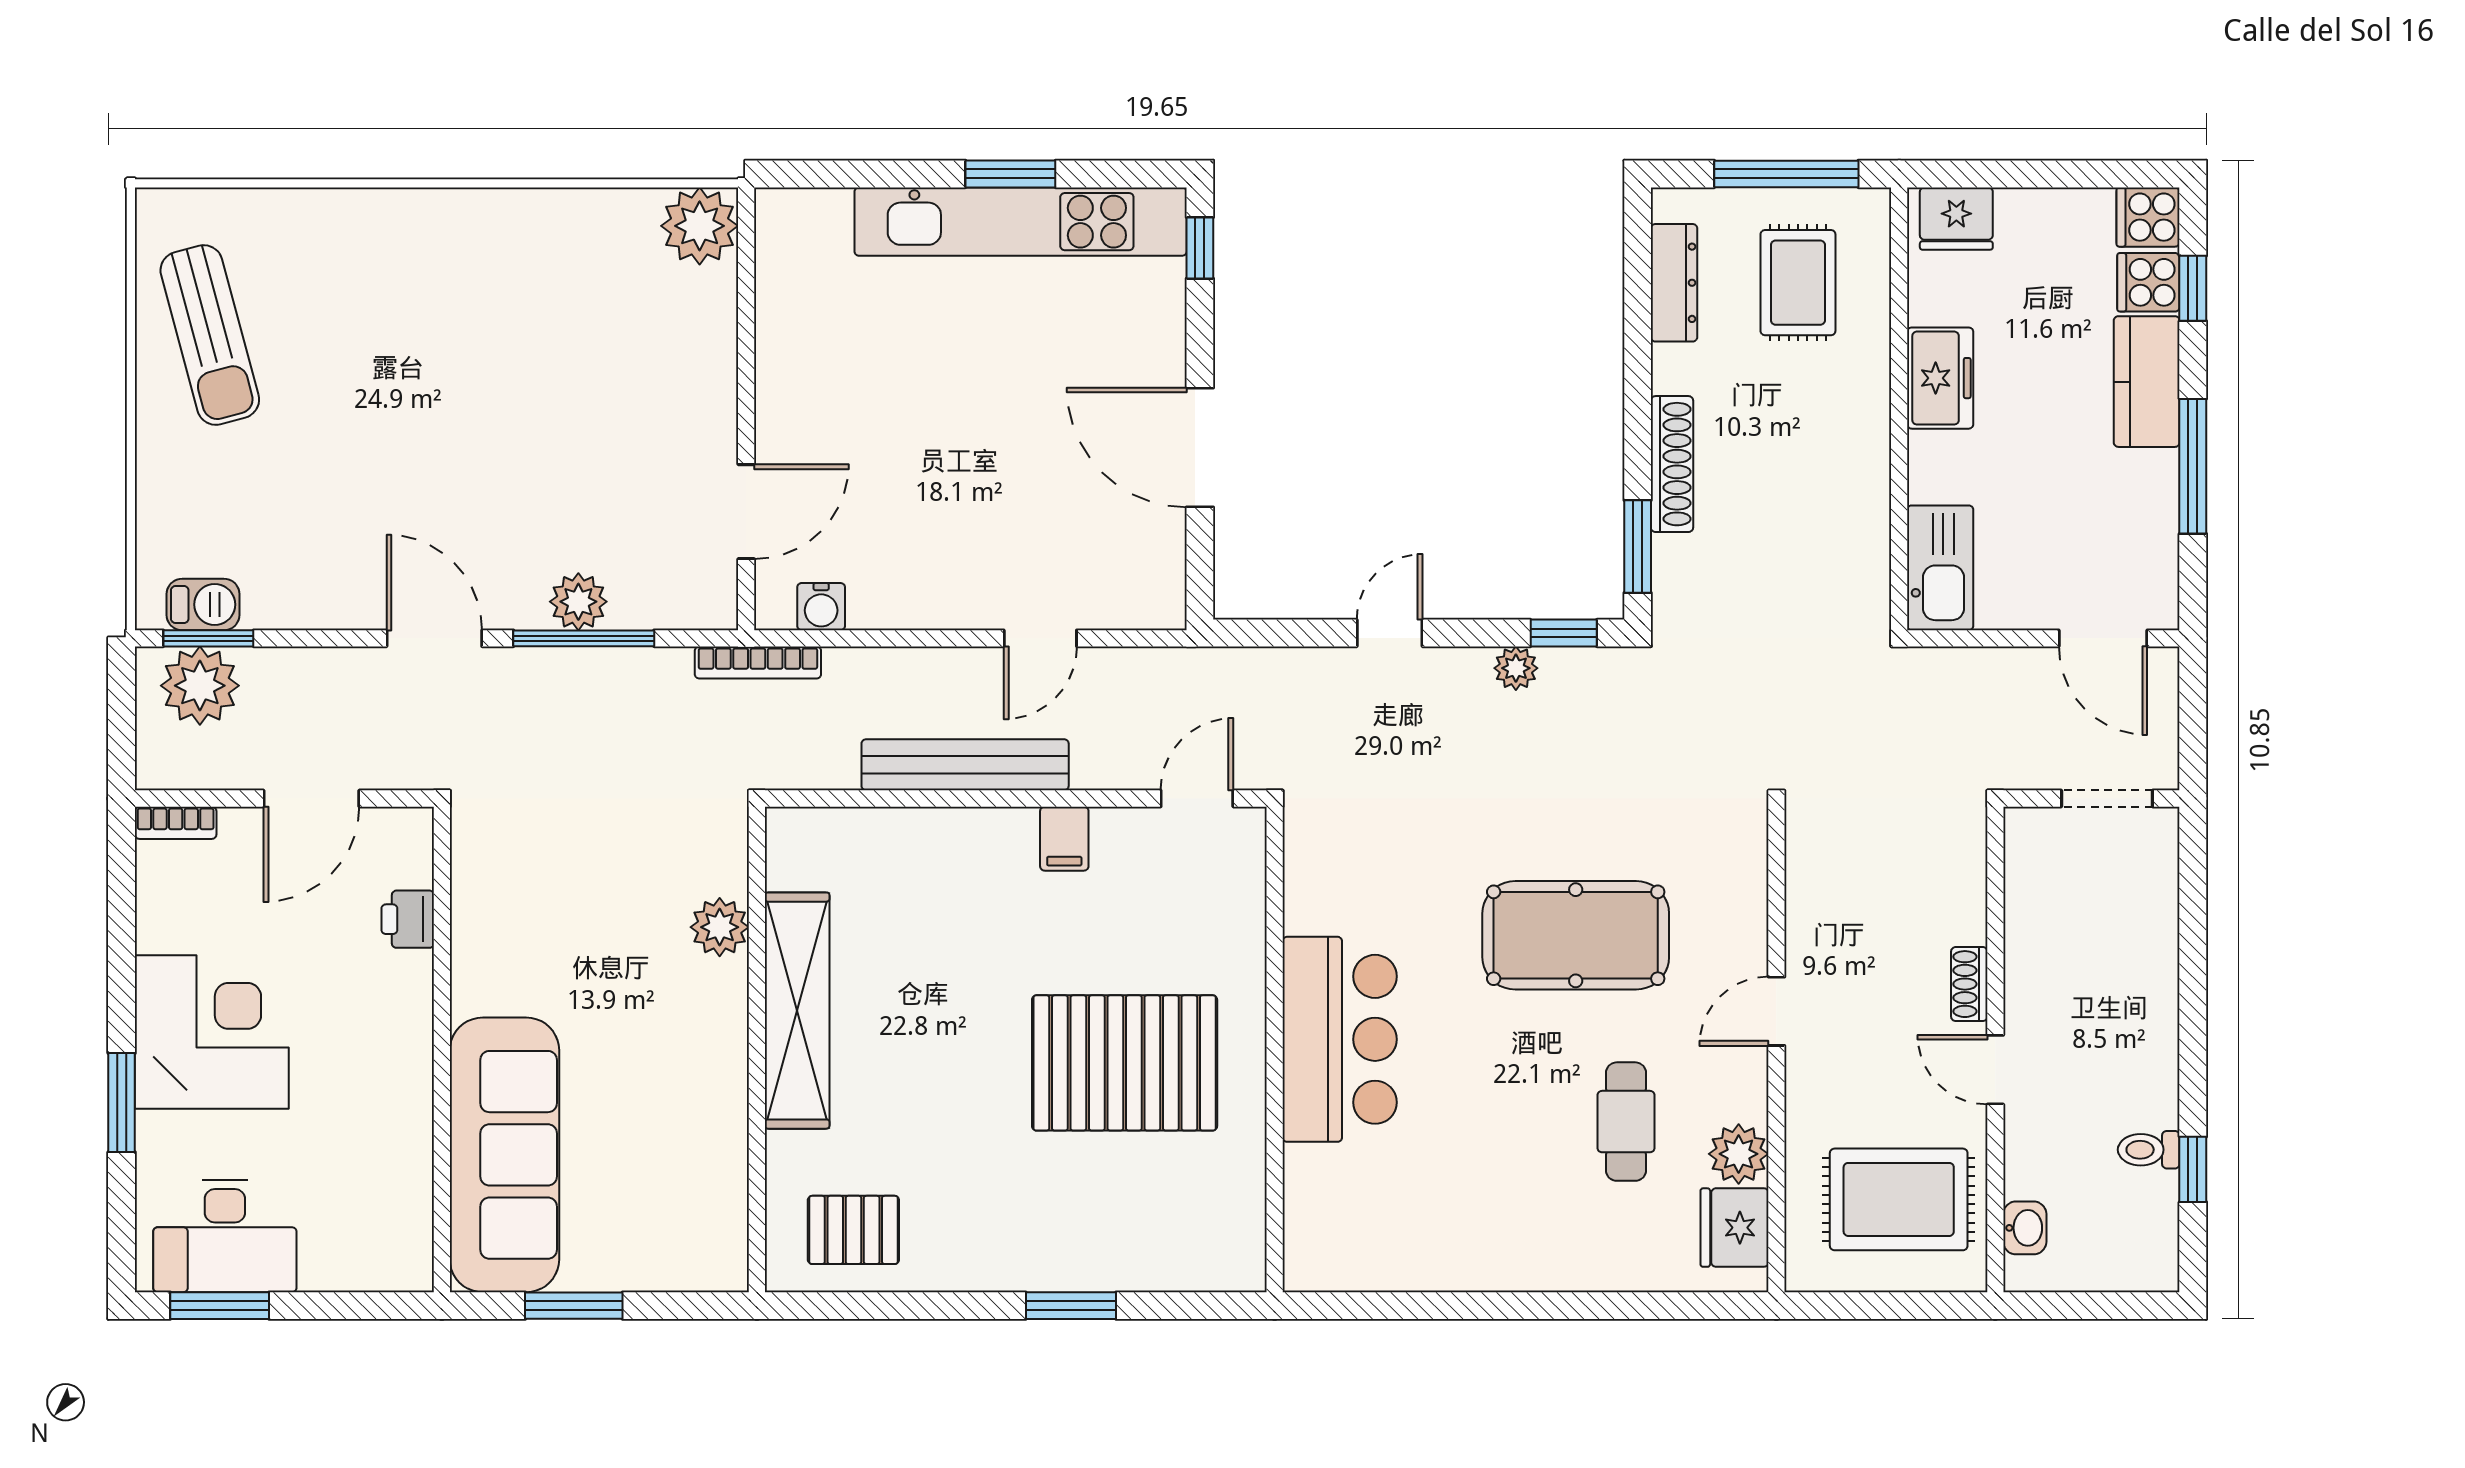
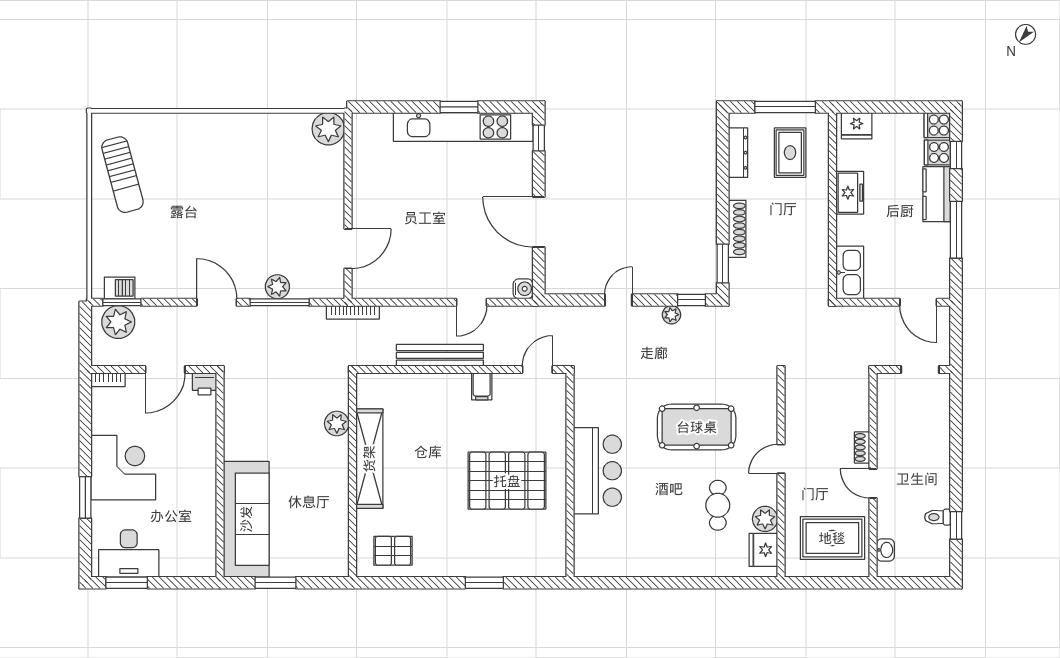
water cooler: (821, 607) -> (523, 289), moved, turned -90
printer: (408, 919) -> (205, 384), moved, turned -90

